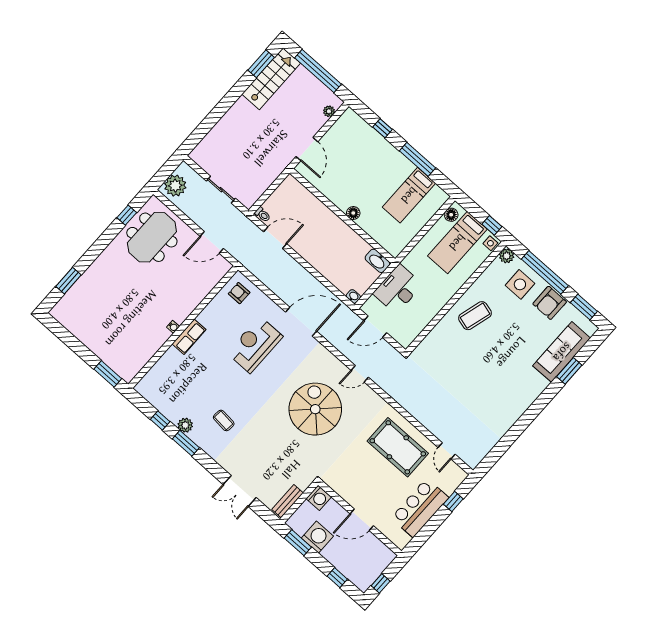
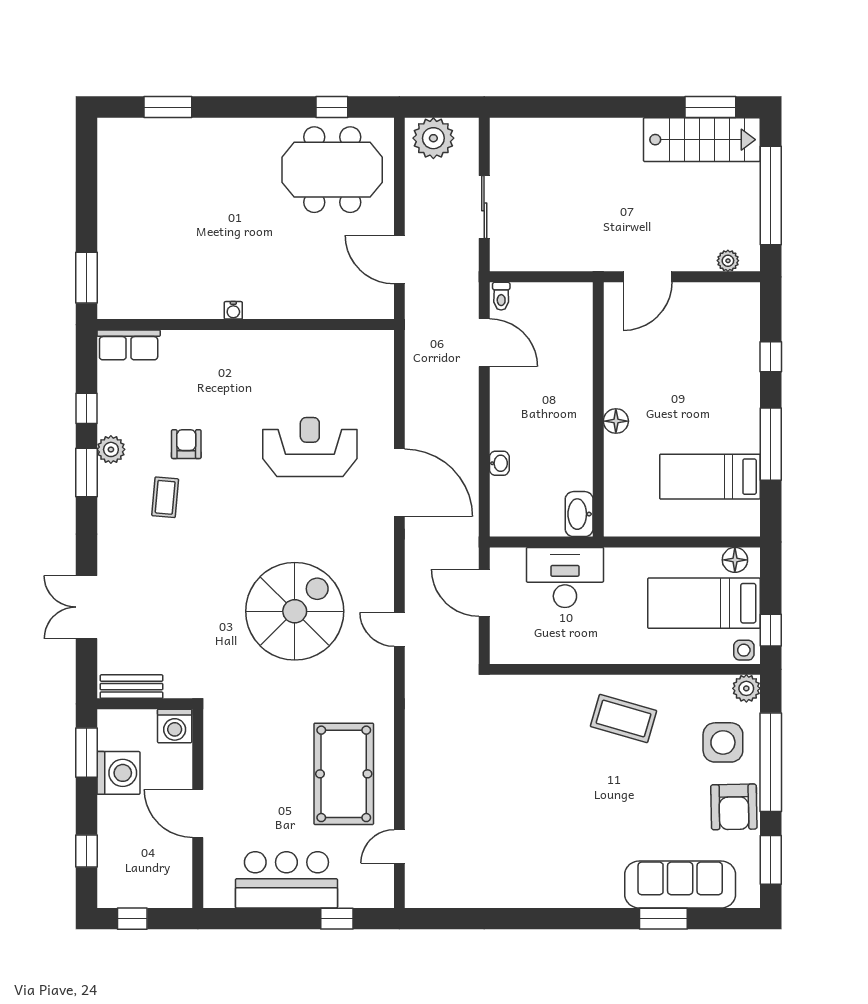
armchair: (239, 293) -> (186, 444), moved
washbasin: (353, 296) -> (499, 463), moved
armchair: (550, 303) -> (734, 807), turned -91
row of seats: (189, 337) -> (129, 345), moved

